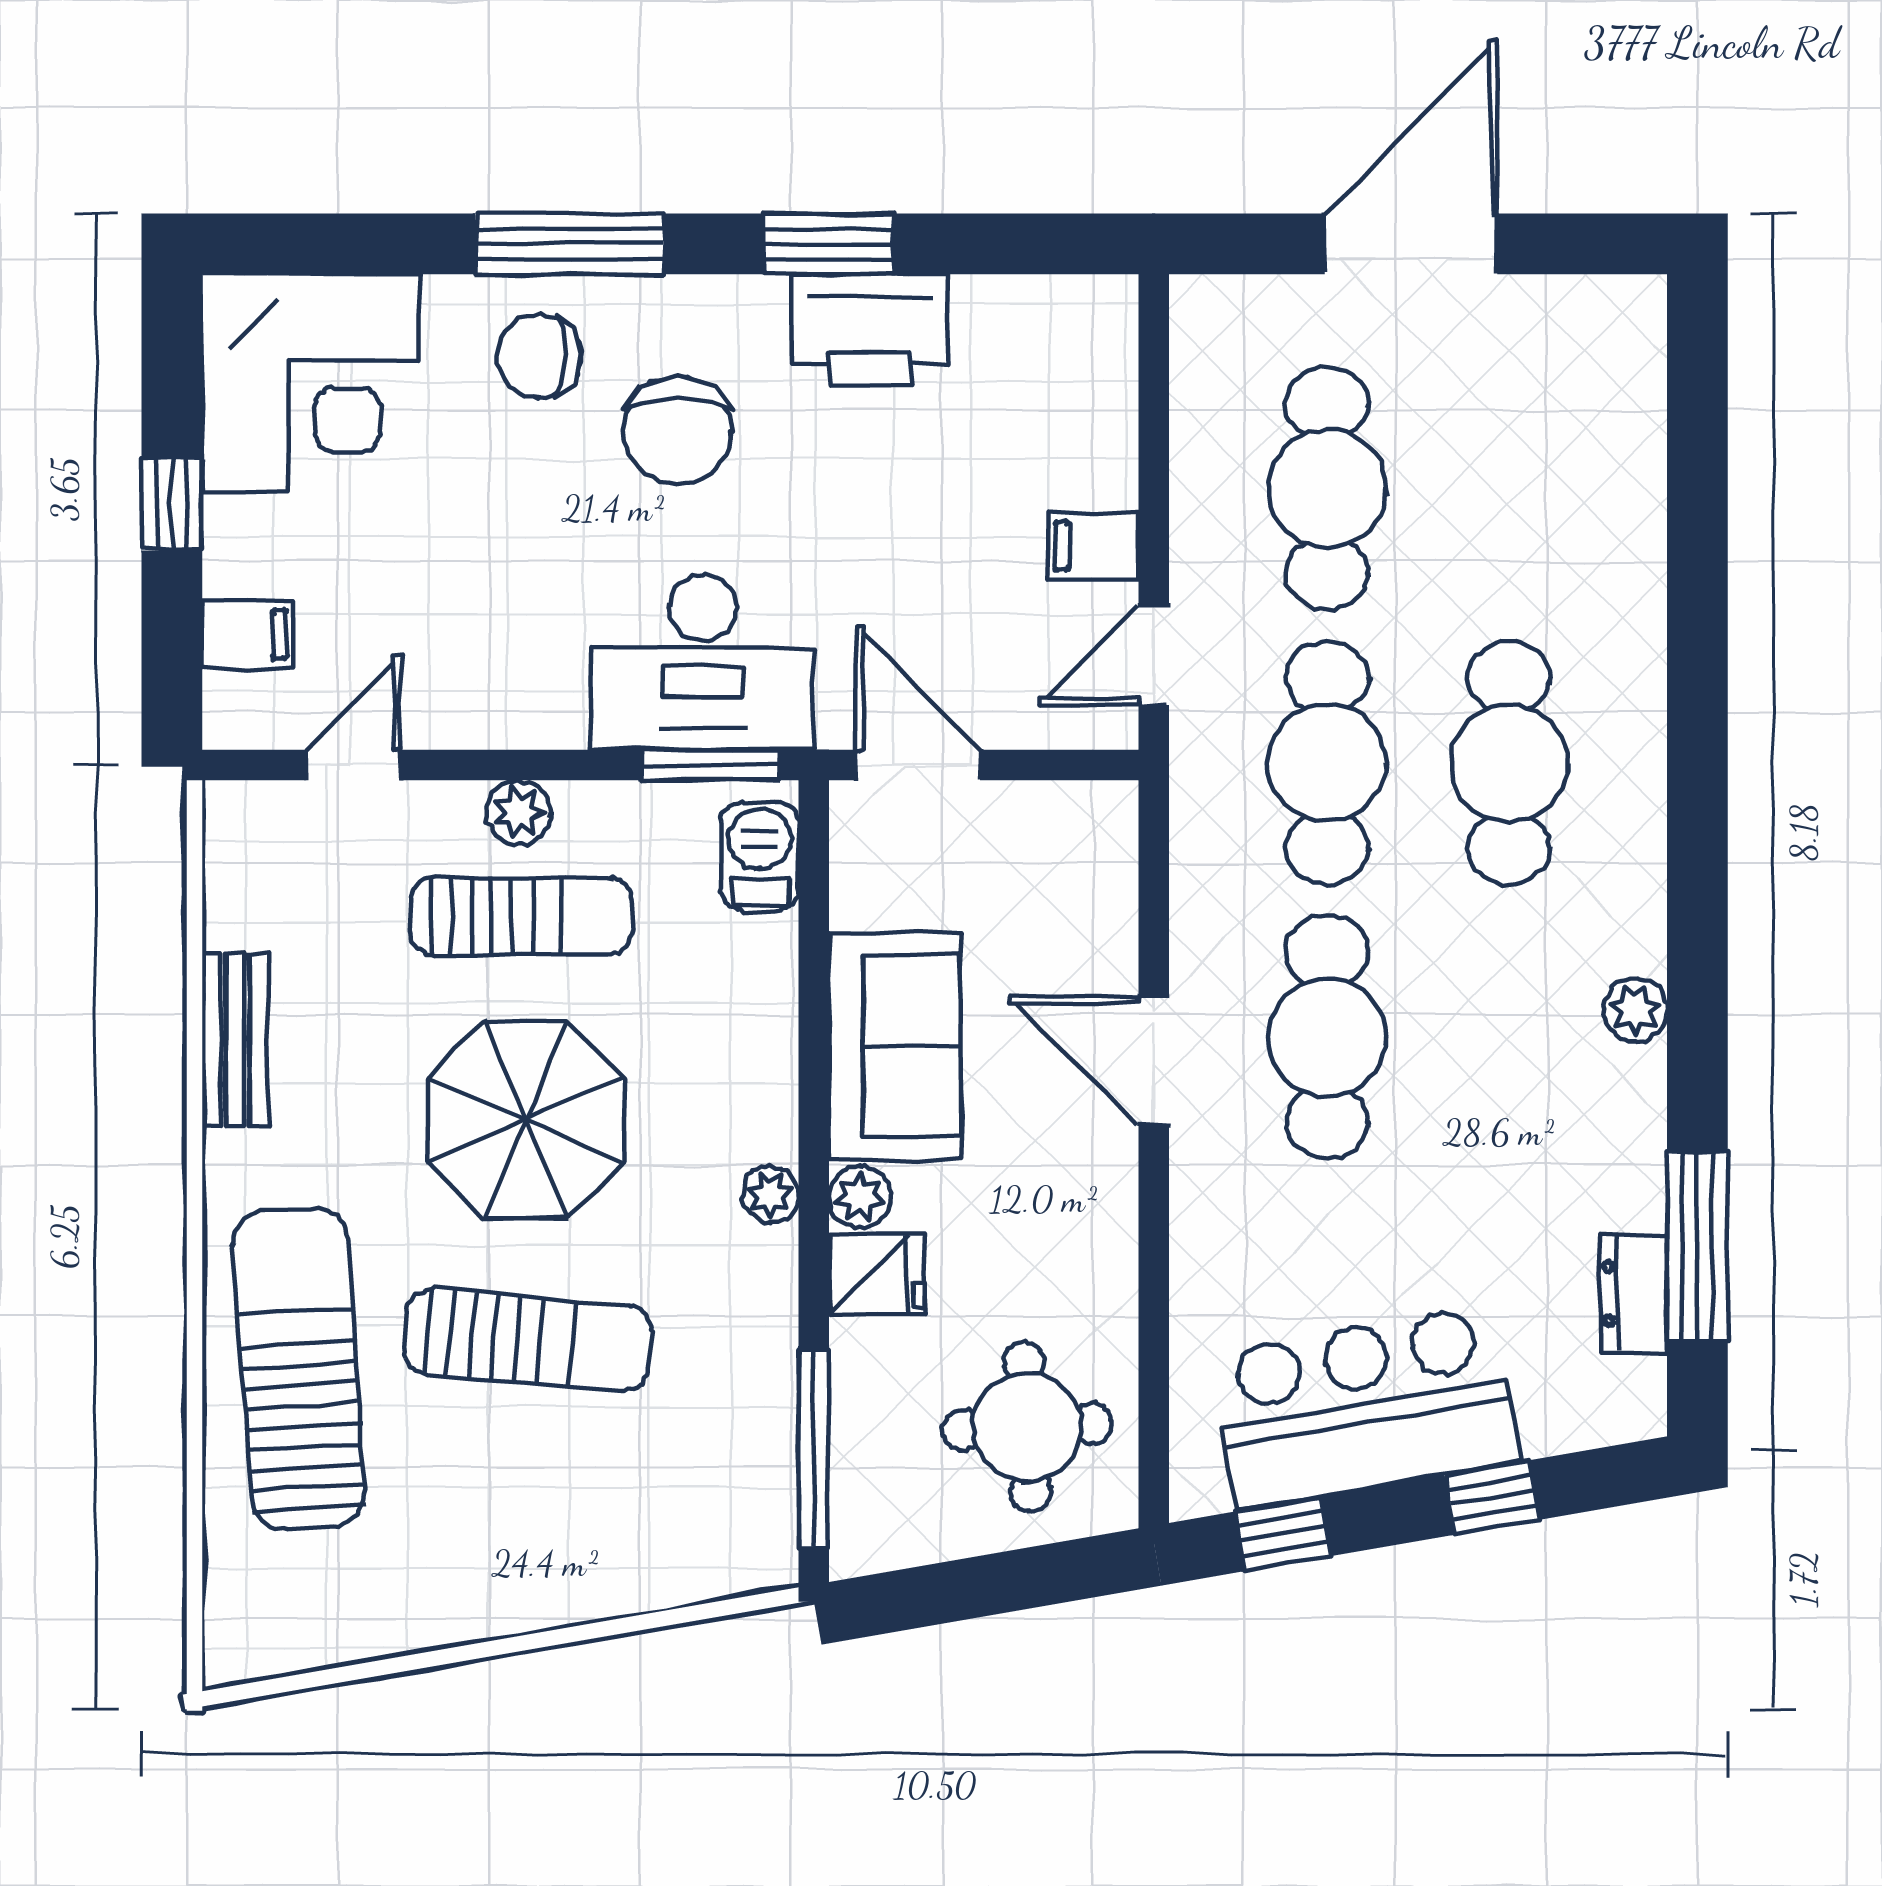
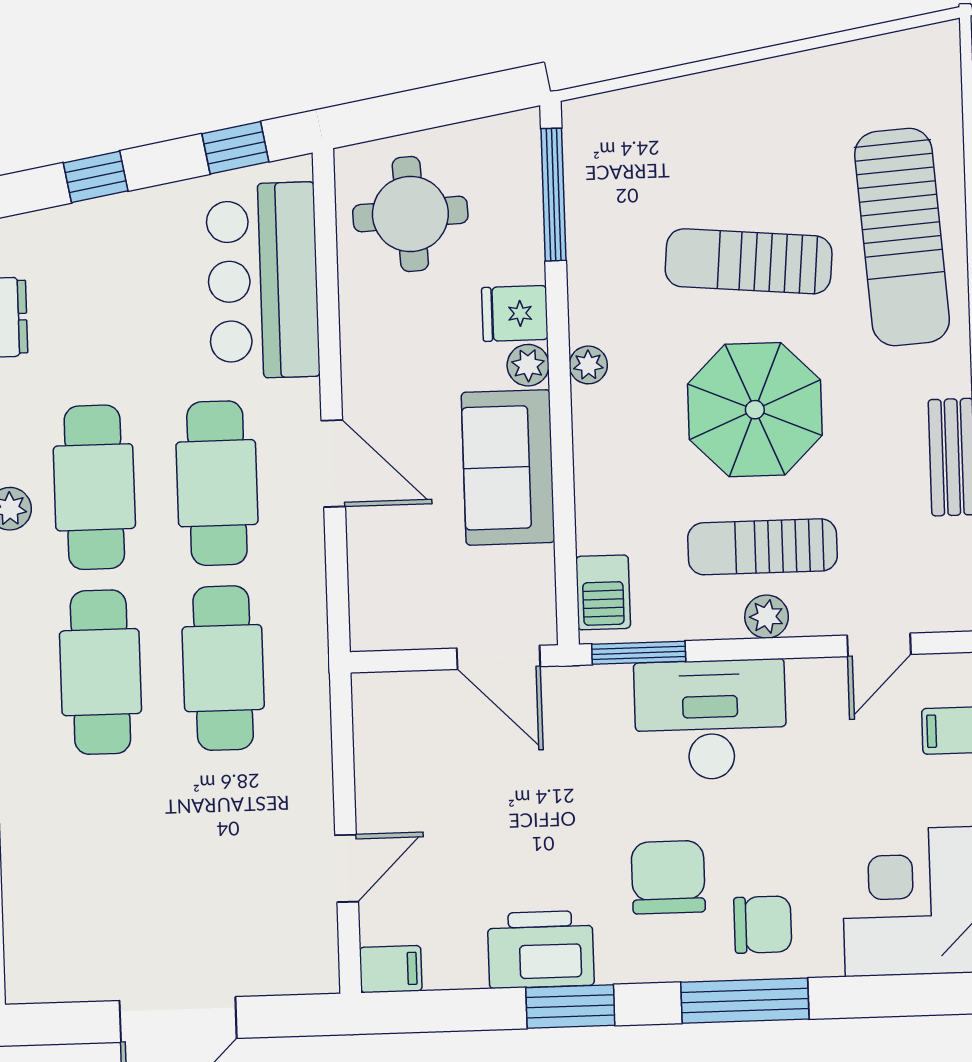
cafe table: (1327, 488) -> (94, 487), moved
filing cabinet: (1093, 546) -> (391, 969), moved
door: (1154, 655) -> (347, 868), moved
desk: (703, 662) -> (711, 720), moved
bar counter: (1364, 1407) -> (263, 281), moved, turned 100

